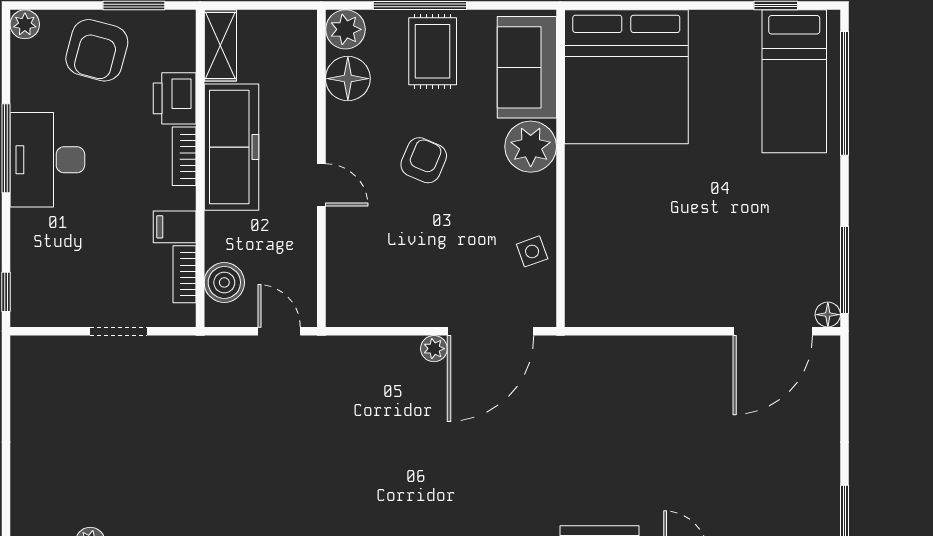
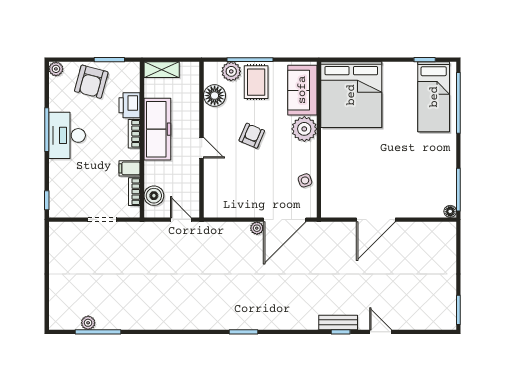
plant: (346, 29) -> (231, 71), moved
shelving: (220, 45) -> (162, 70), moved, turned 90
door: (773, 331) -> (376, 220), moved

